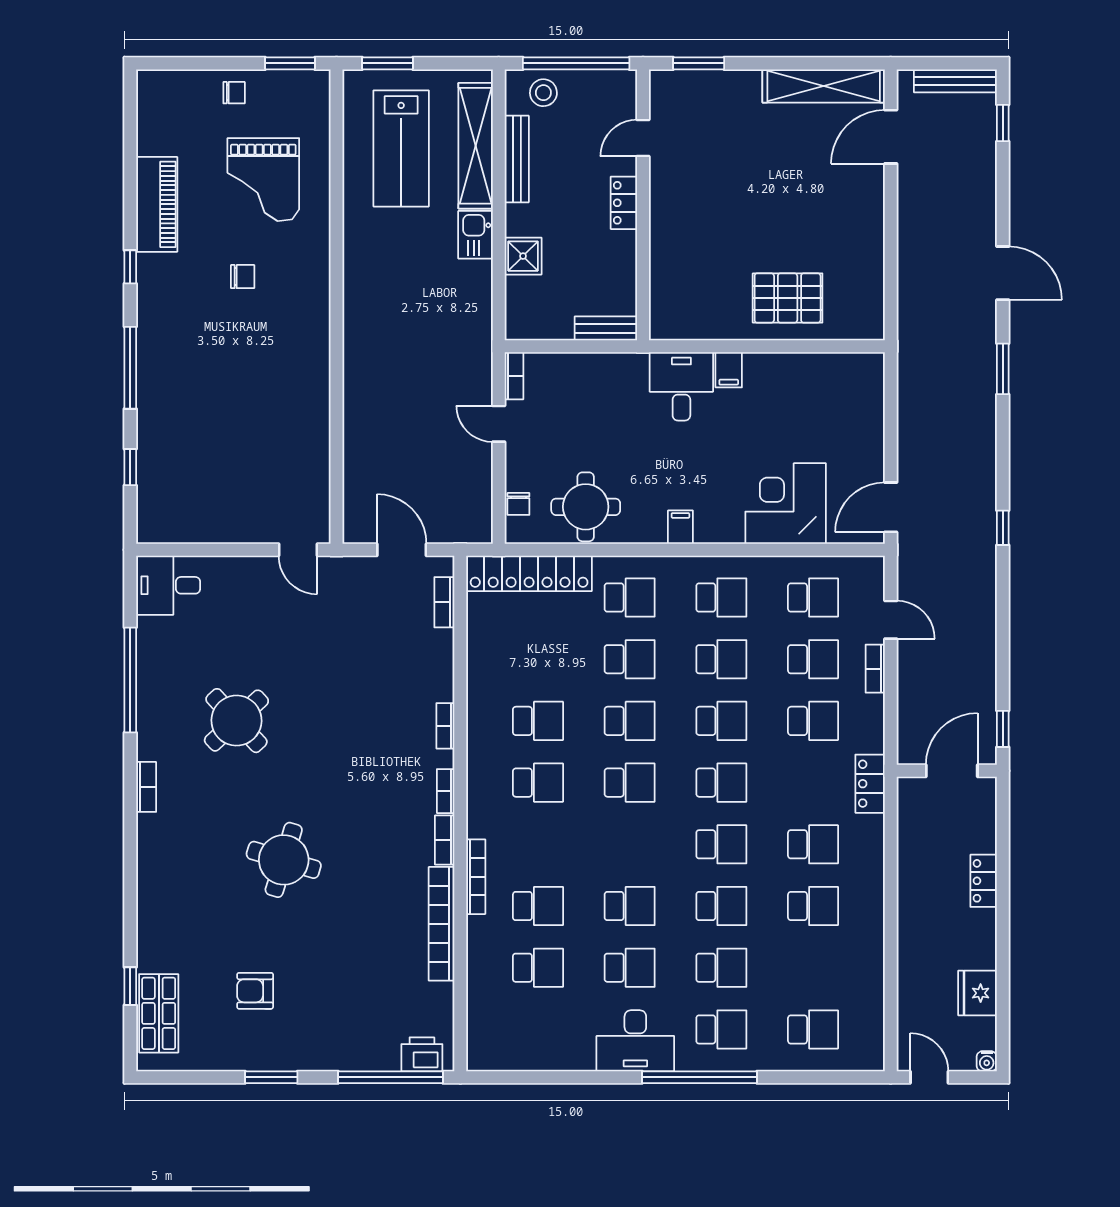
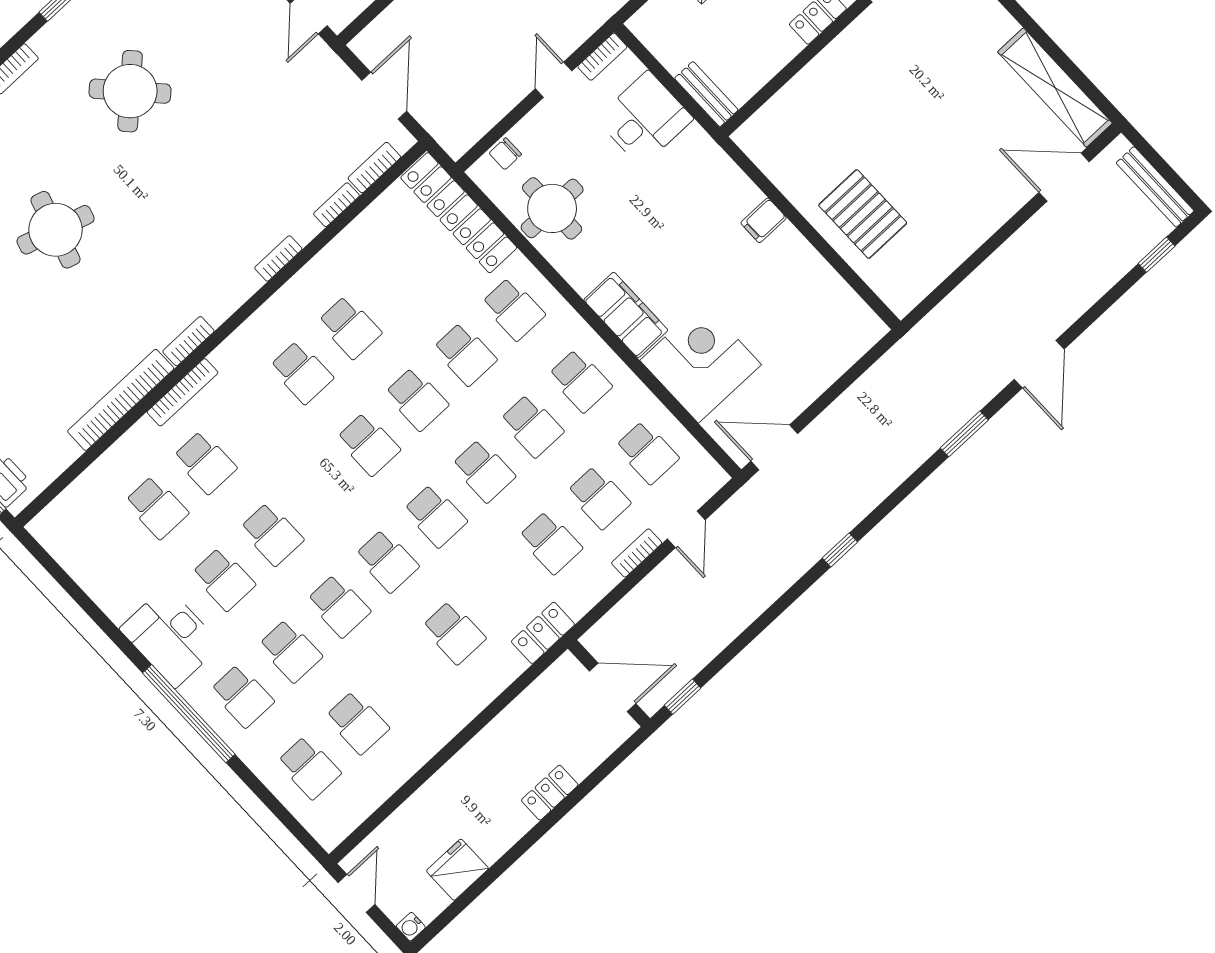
desk: (681, 386) -> (645, 119), moved
filing cabinet: (680, 527) -> (626, 315), width x3.00, depth x1.17
bookcase: (446, 791) -> (336, 205), moved
school desk: (813, 906) -> (357, 723), moved

